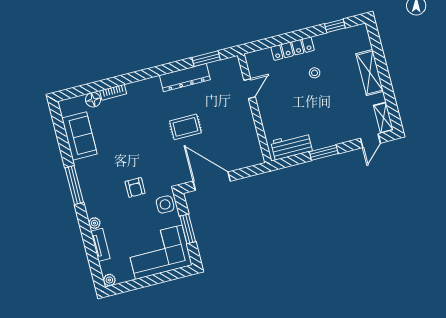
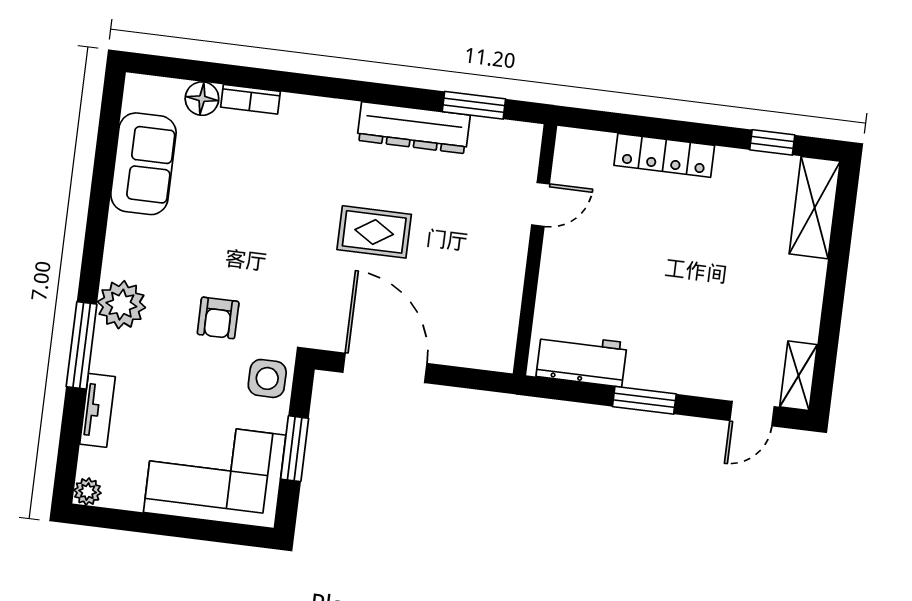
stool: (315, 73) -> (691, 225), removed
shelving: (370, 73) -> (815, 208), moved
window: (74, 185) -> (82, 345), moved
plant: (94, 223) -> (121, 305), moved, width x1.87, depth x1.87

